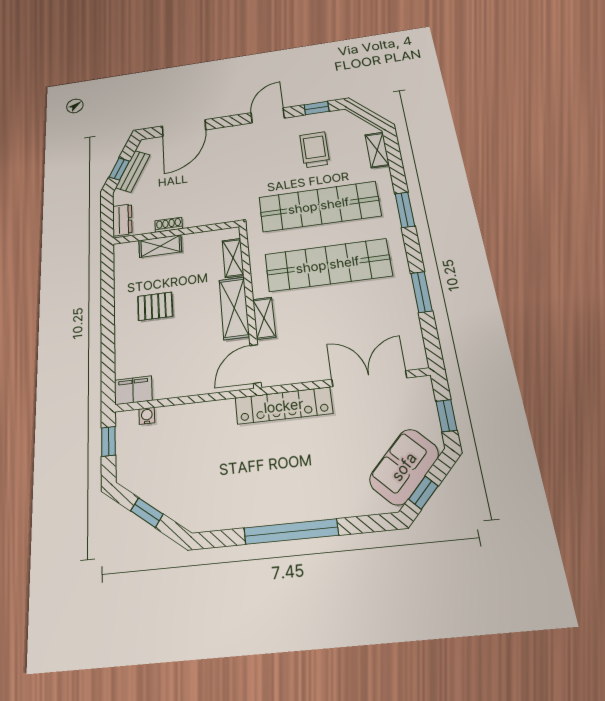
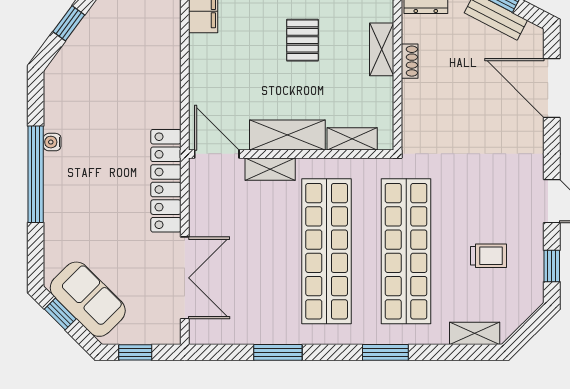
trolley: (315, 150) -> (489, 256), width x0.73, depth x0.72
water cooler: (147, 416) -> (52, 142), moved, turned 180

